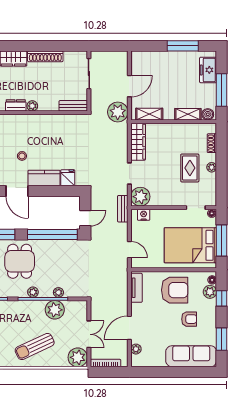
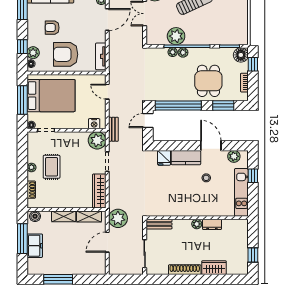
freezer: (208, 70) -> (35, 246), moved
shelving: (188, 114) -> (64, 216), moved
plant: (33, 292) -> (183, 52), moved

